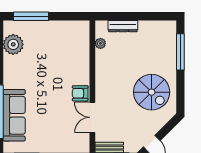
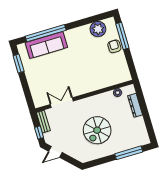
spiral stairs: (152, 92) -> (97, 130), moved
armchair: (80, 93) -> (114, 46), moved

